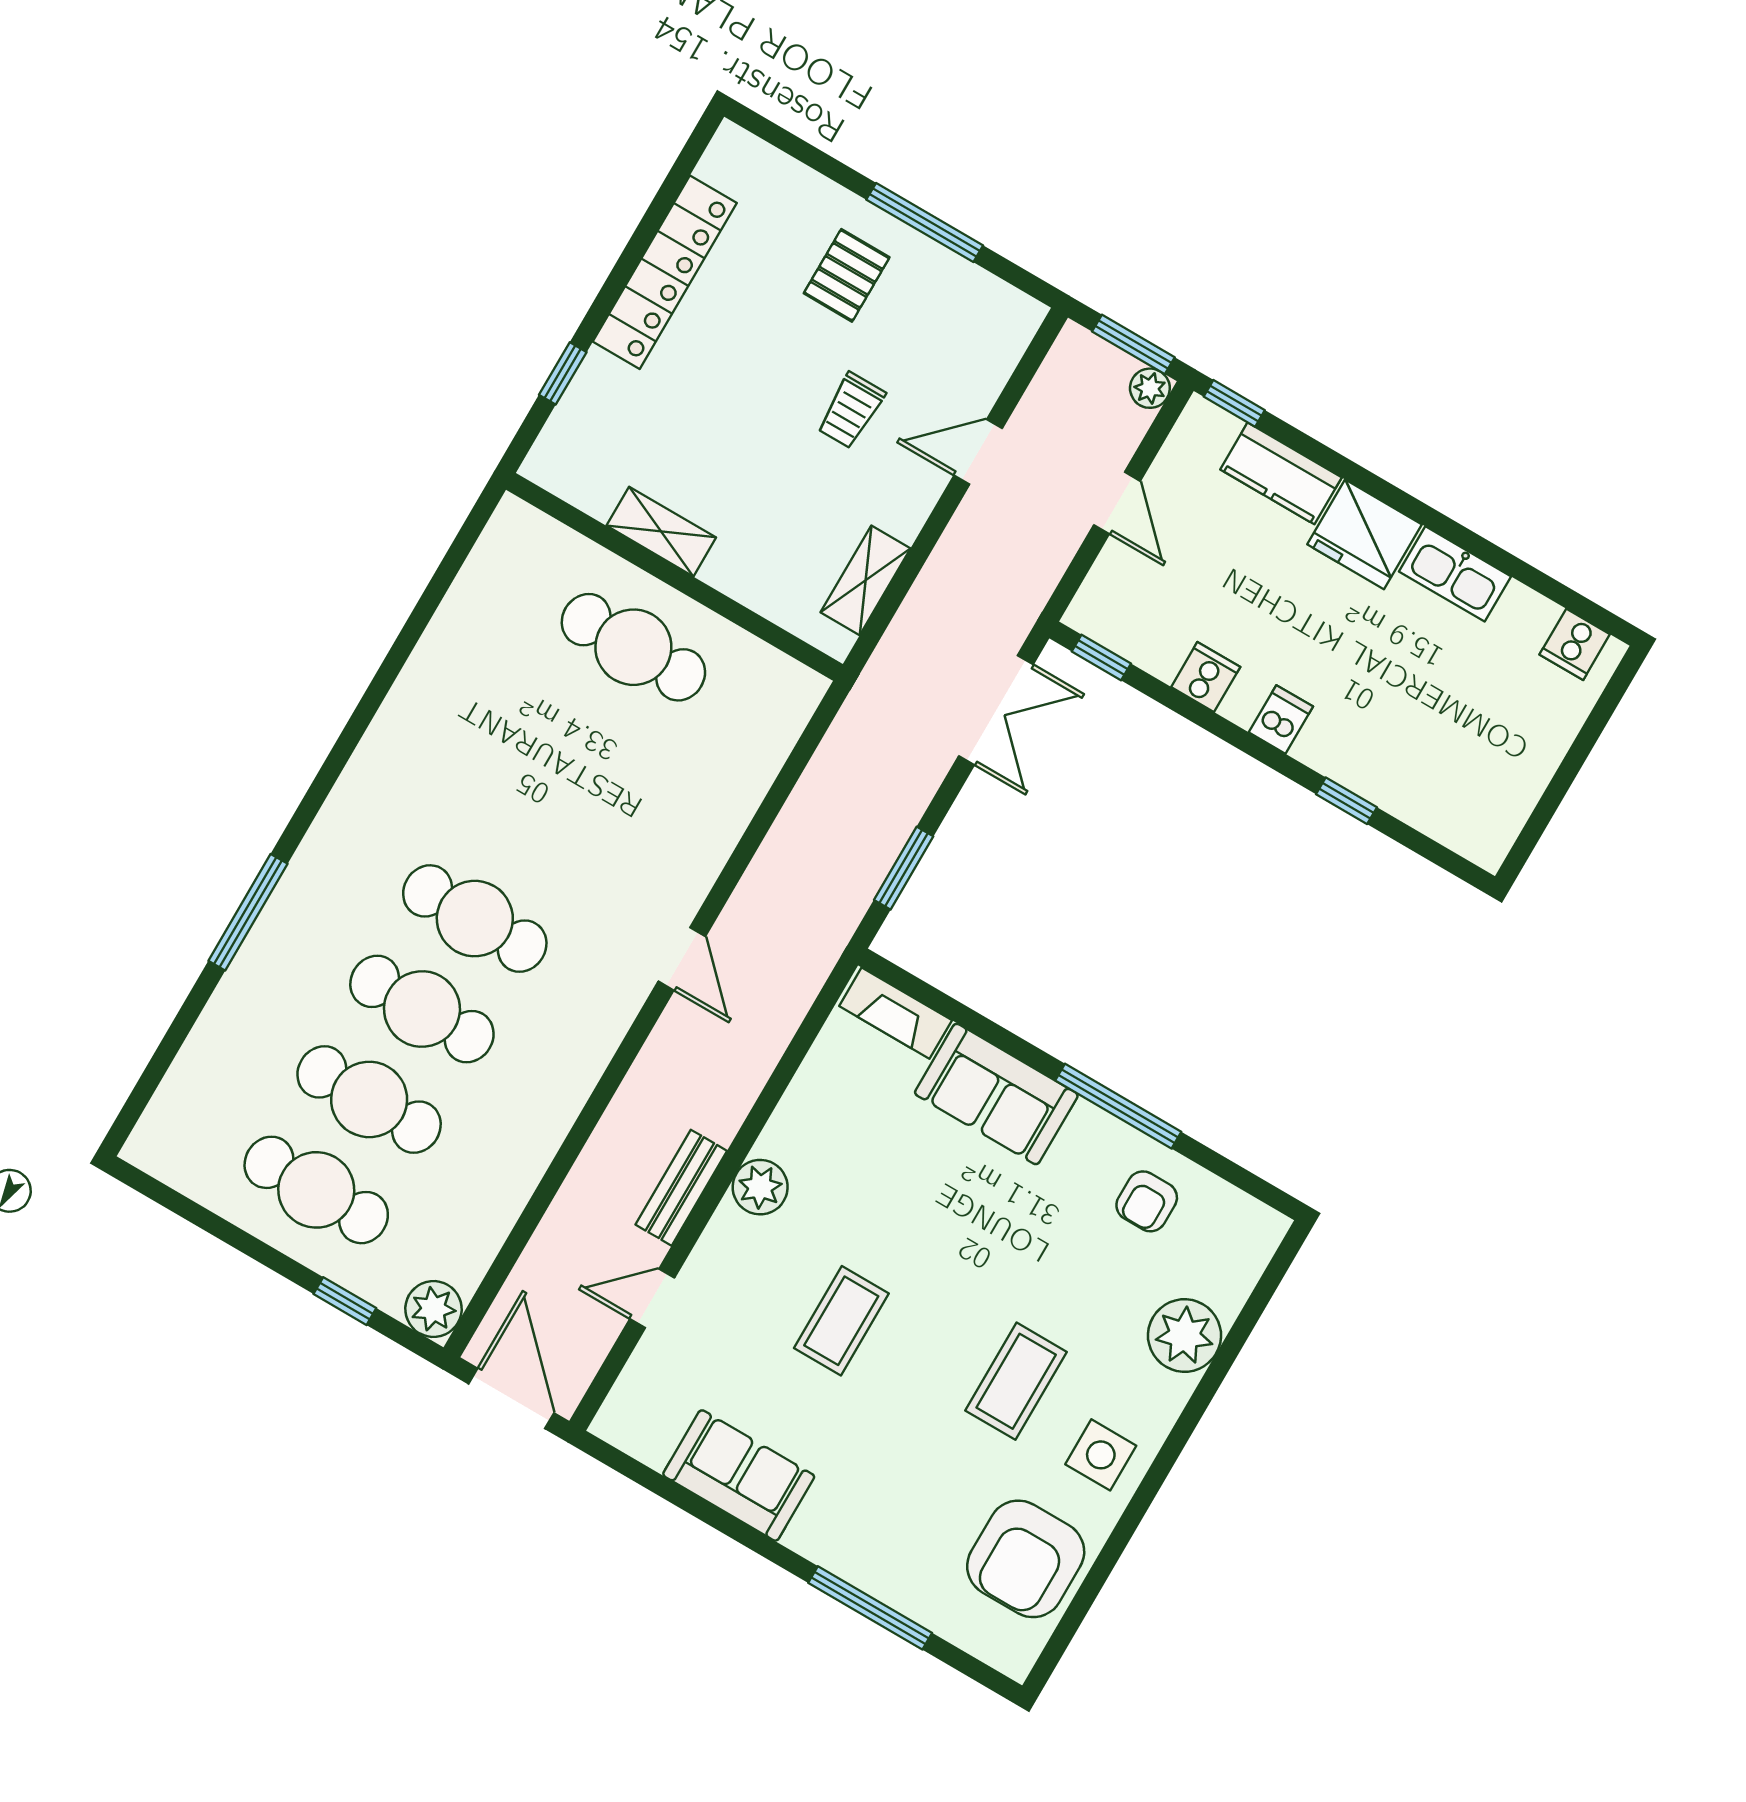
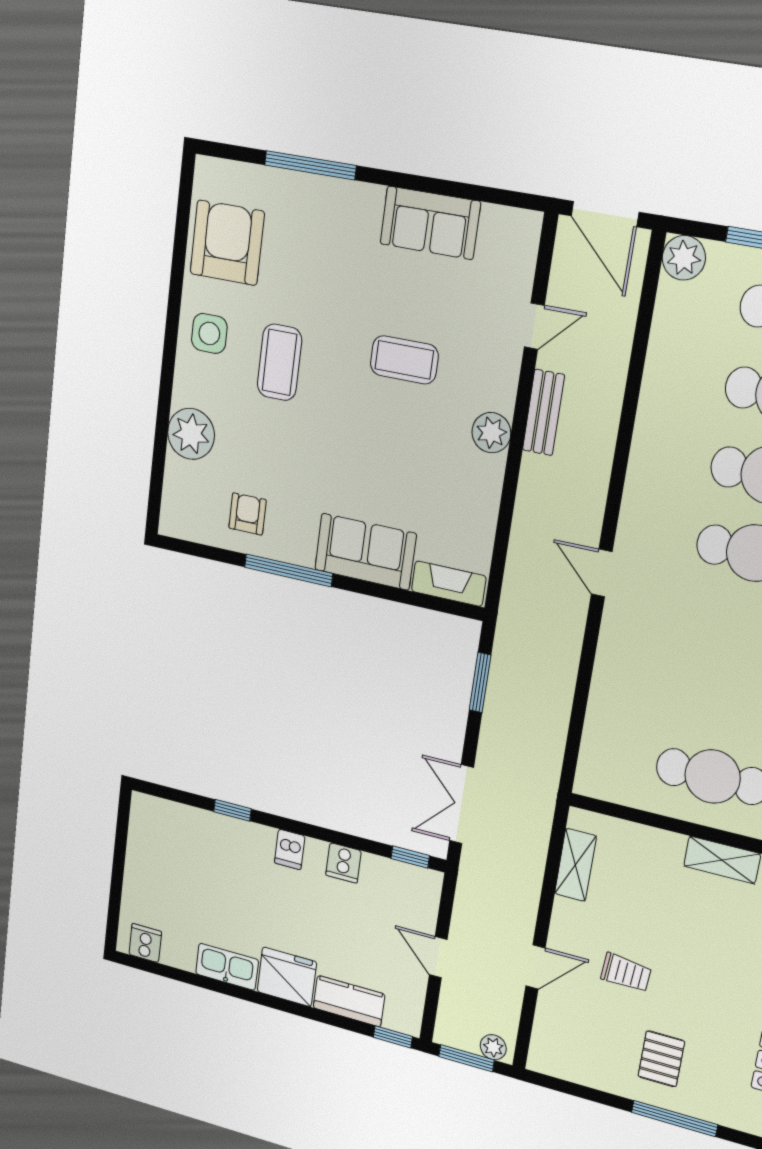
window: (925, 222) -> (674, 1119), moved
plant: (1150, 388) -> (493, 1047), moved
trolley: (851, 410) -> (626, 973), turned 94
coffee table: (841, 1321) -> (404, 360), turned 90

